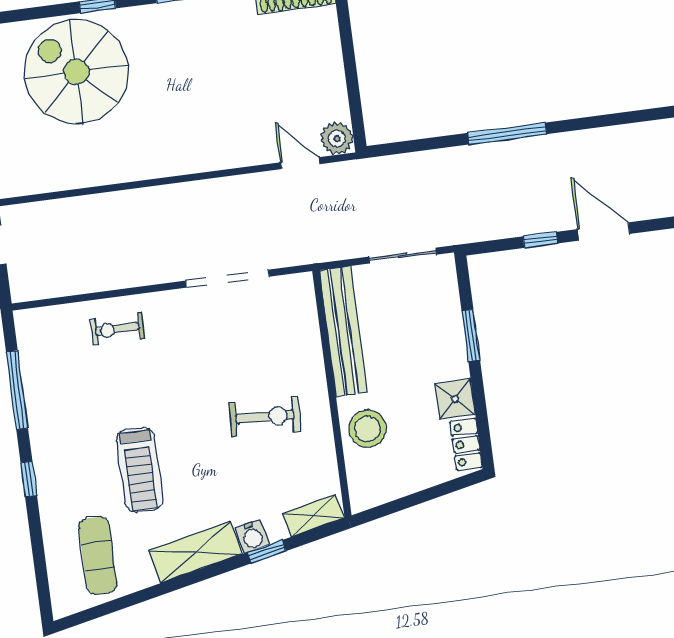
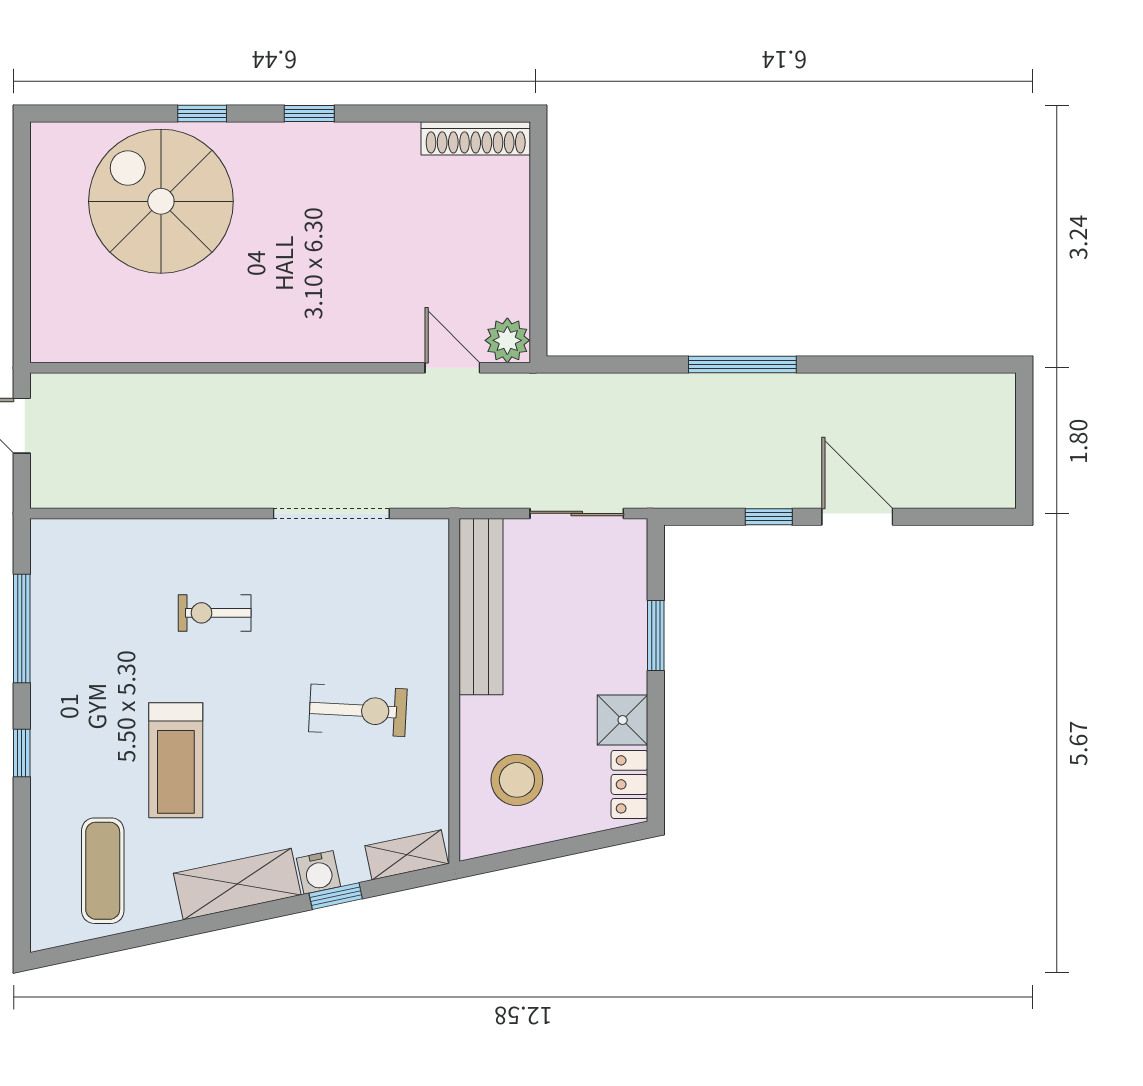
exercise bike: (117, 329) -> (215, 613), moved
stool: (368, 429) -> (517, 780), moved

